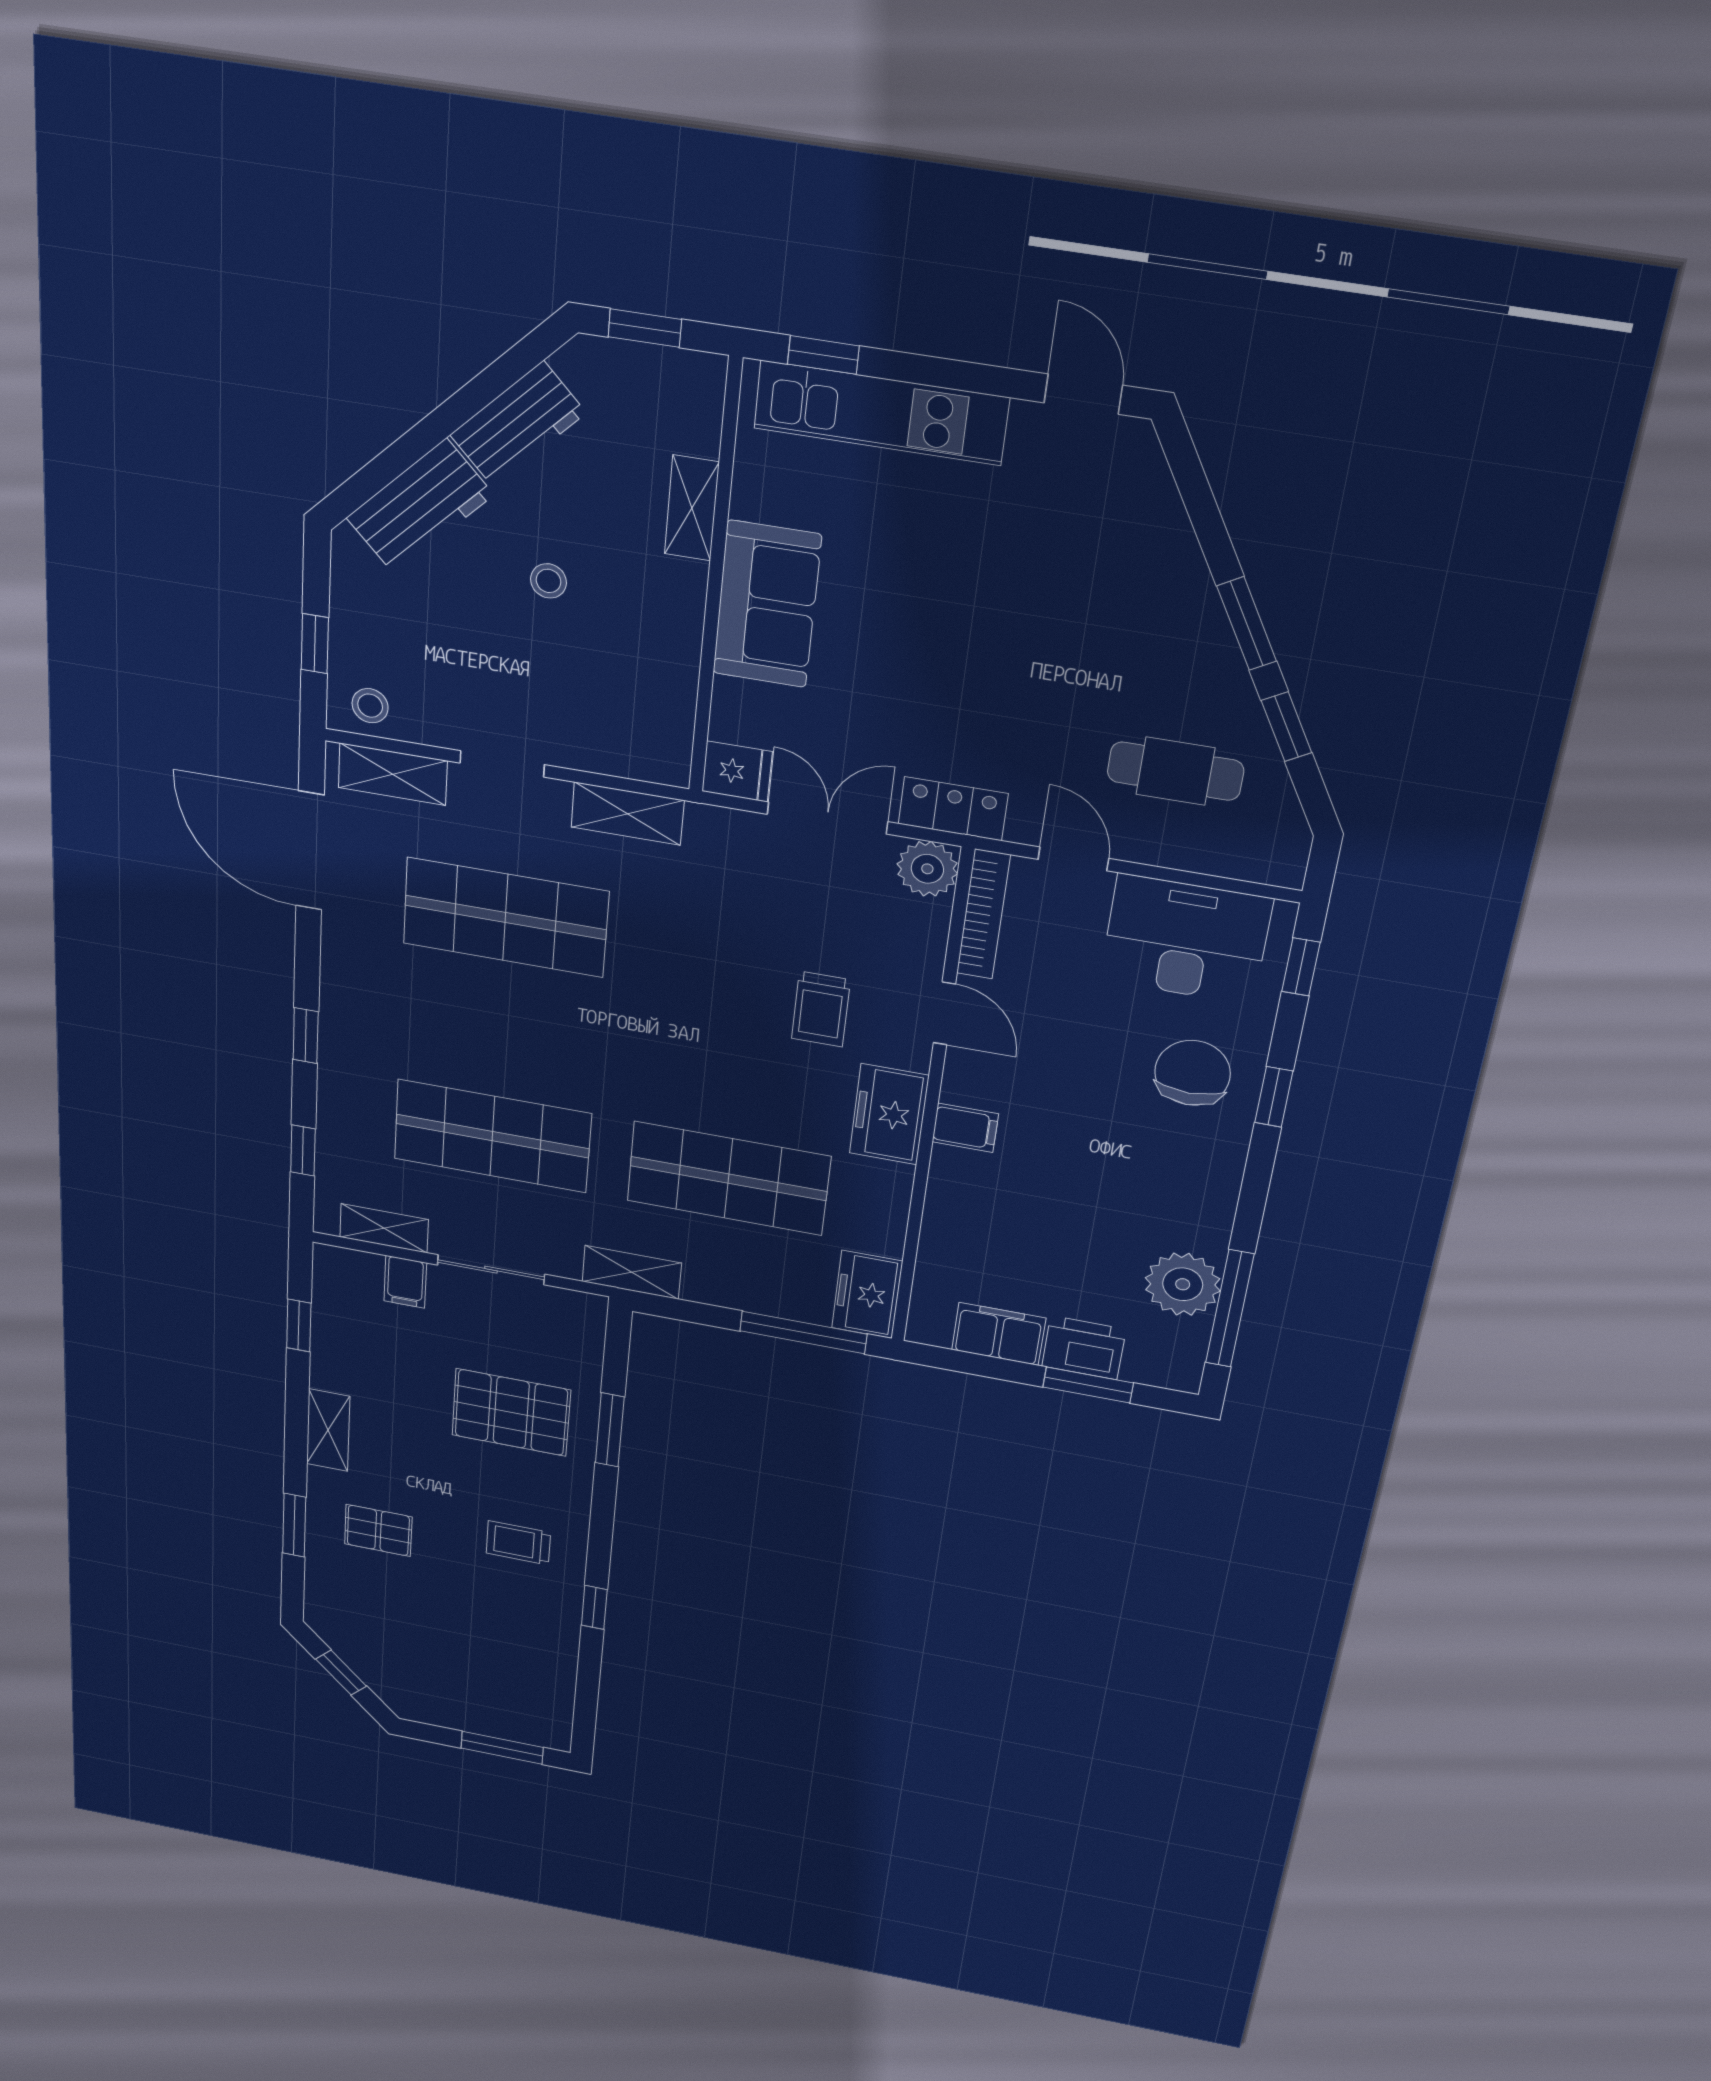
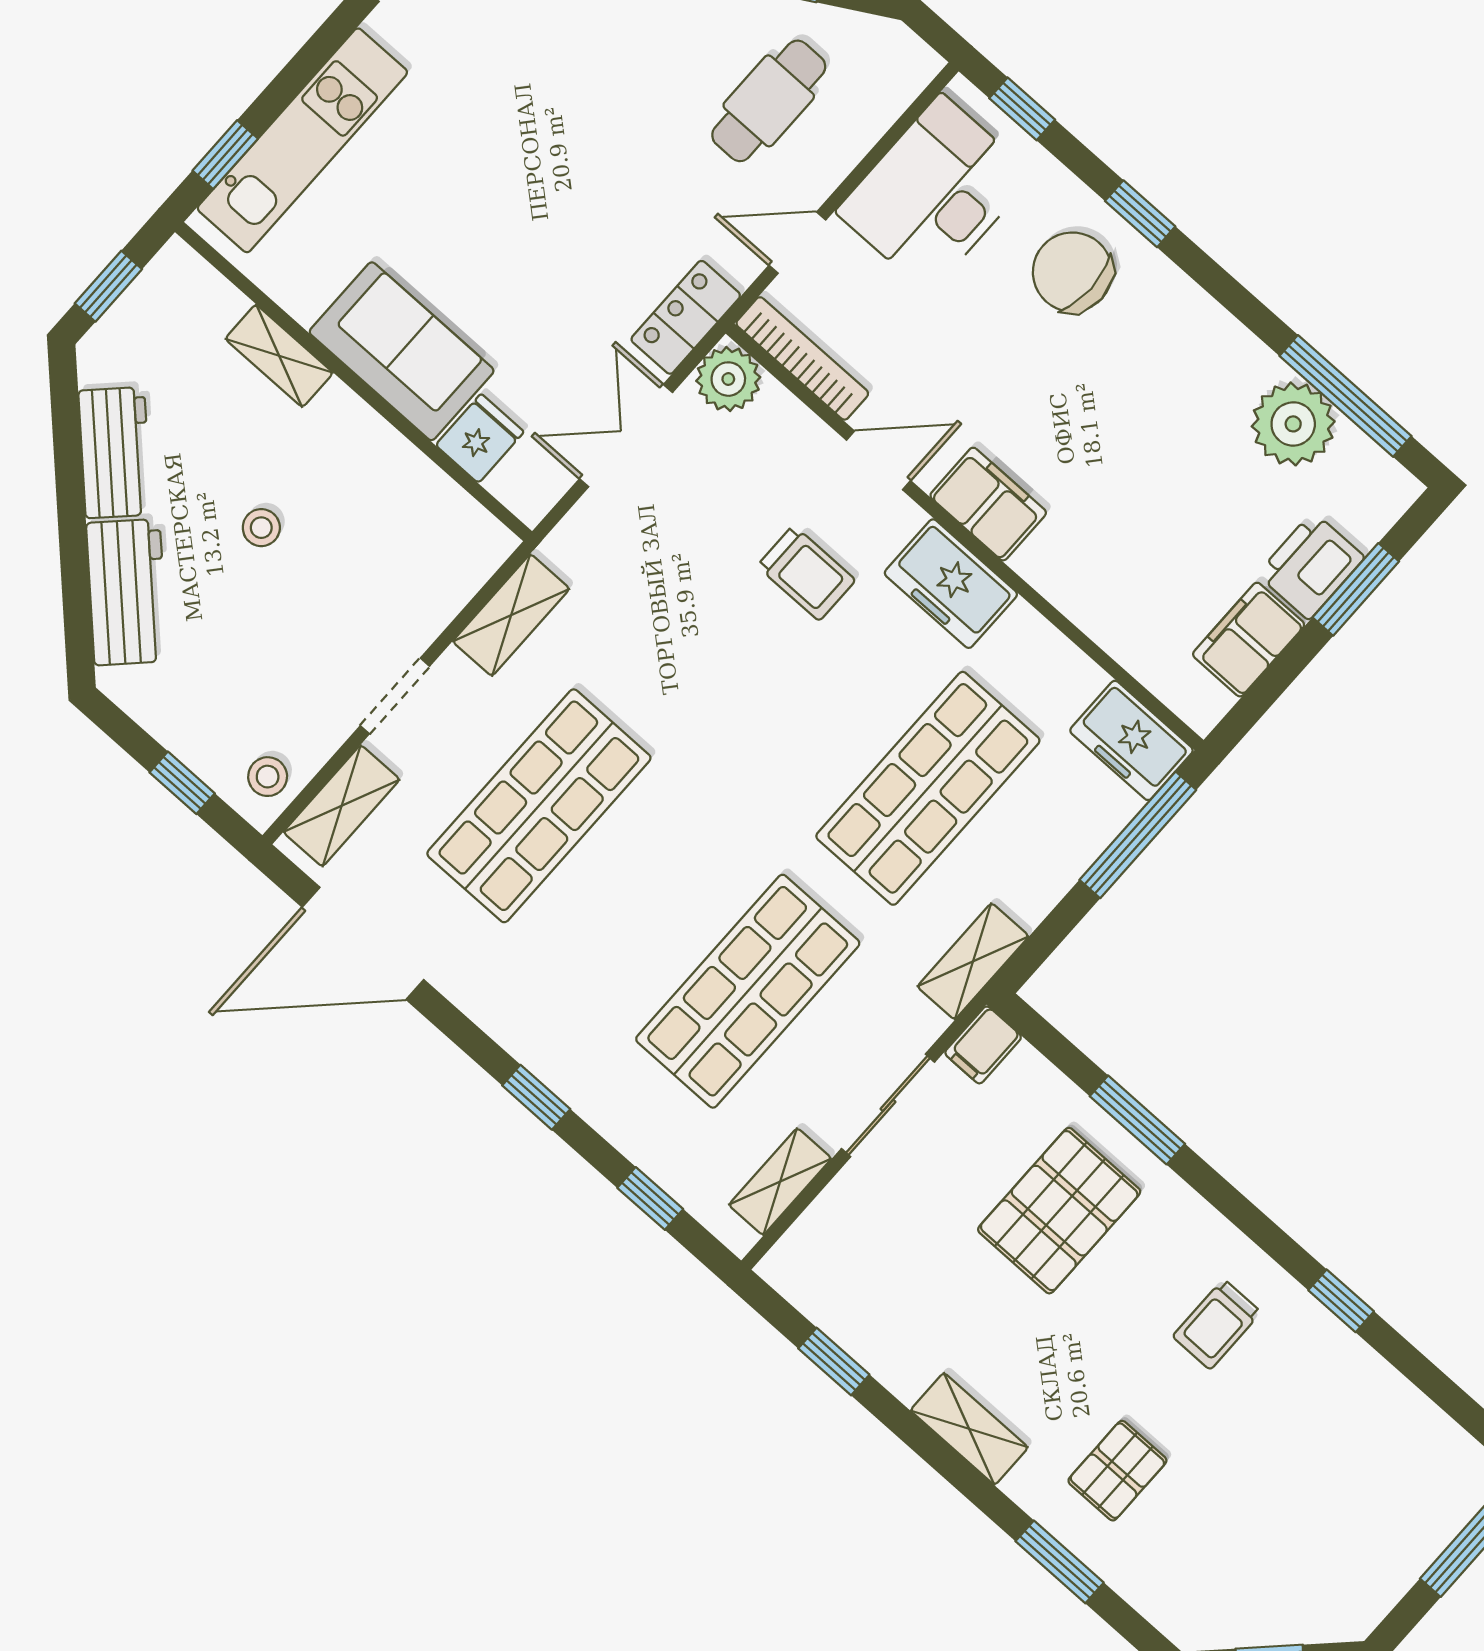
fridge: (737, 771) -> (480, 438), moved
filing cabinet: (965, 1128) -> (988, 504), width x2.00
filing cabinet: (405, 1282) -> (983, 1045), moved, turned 90

